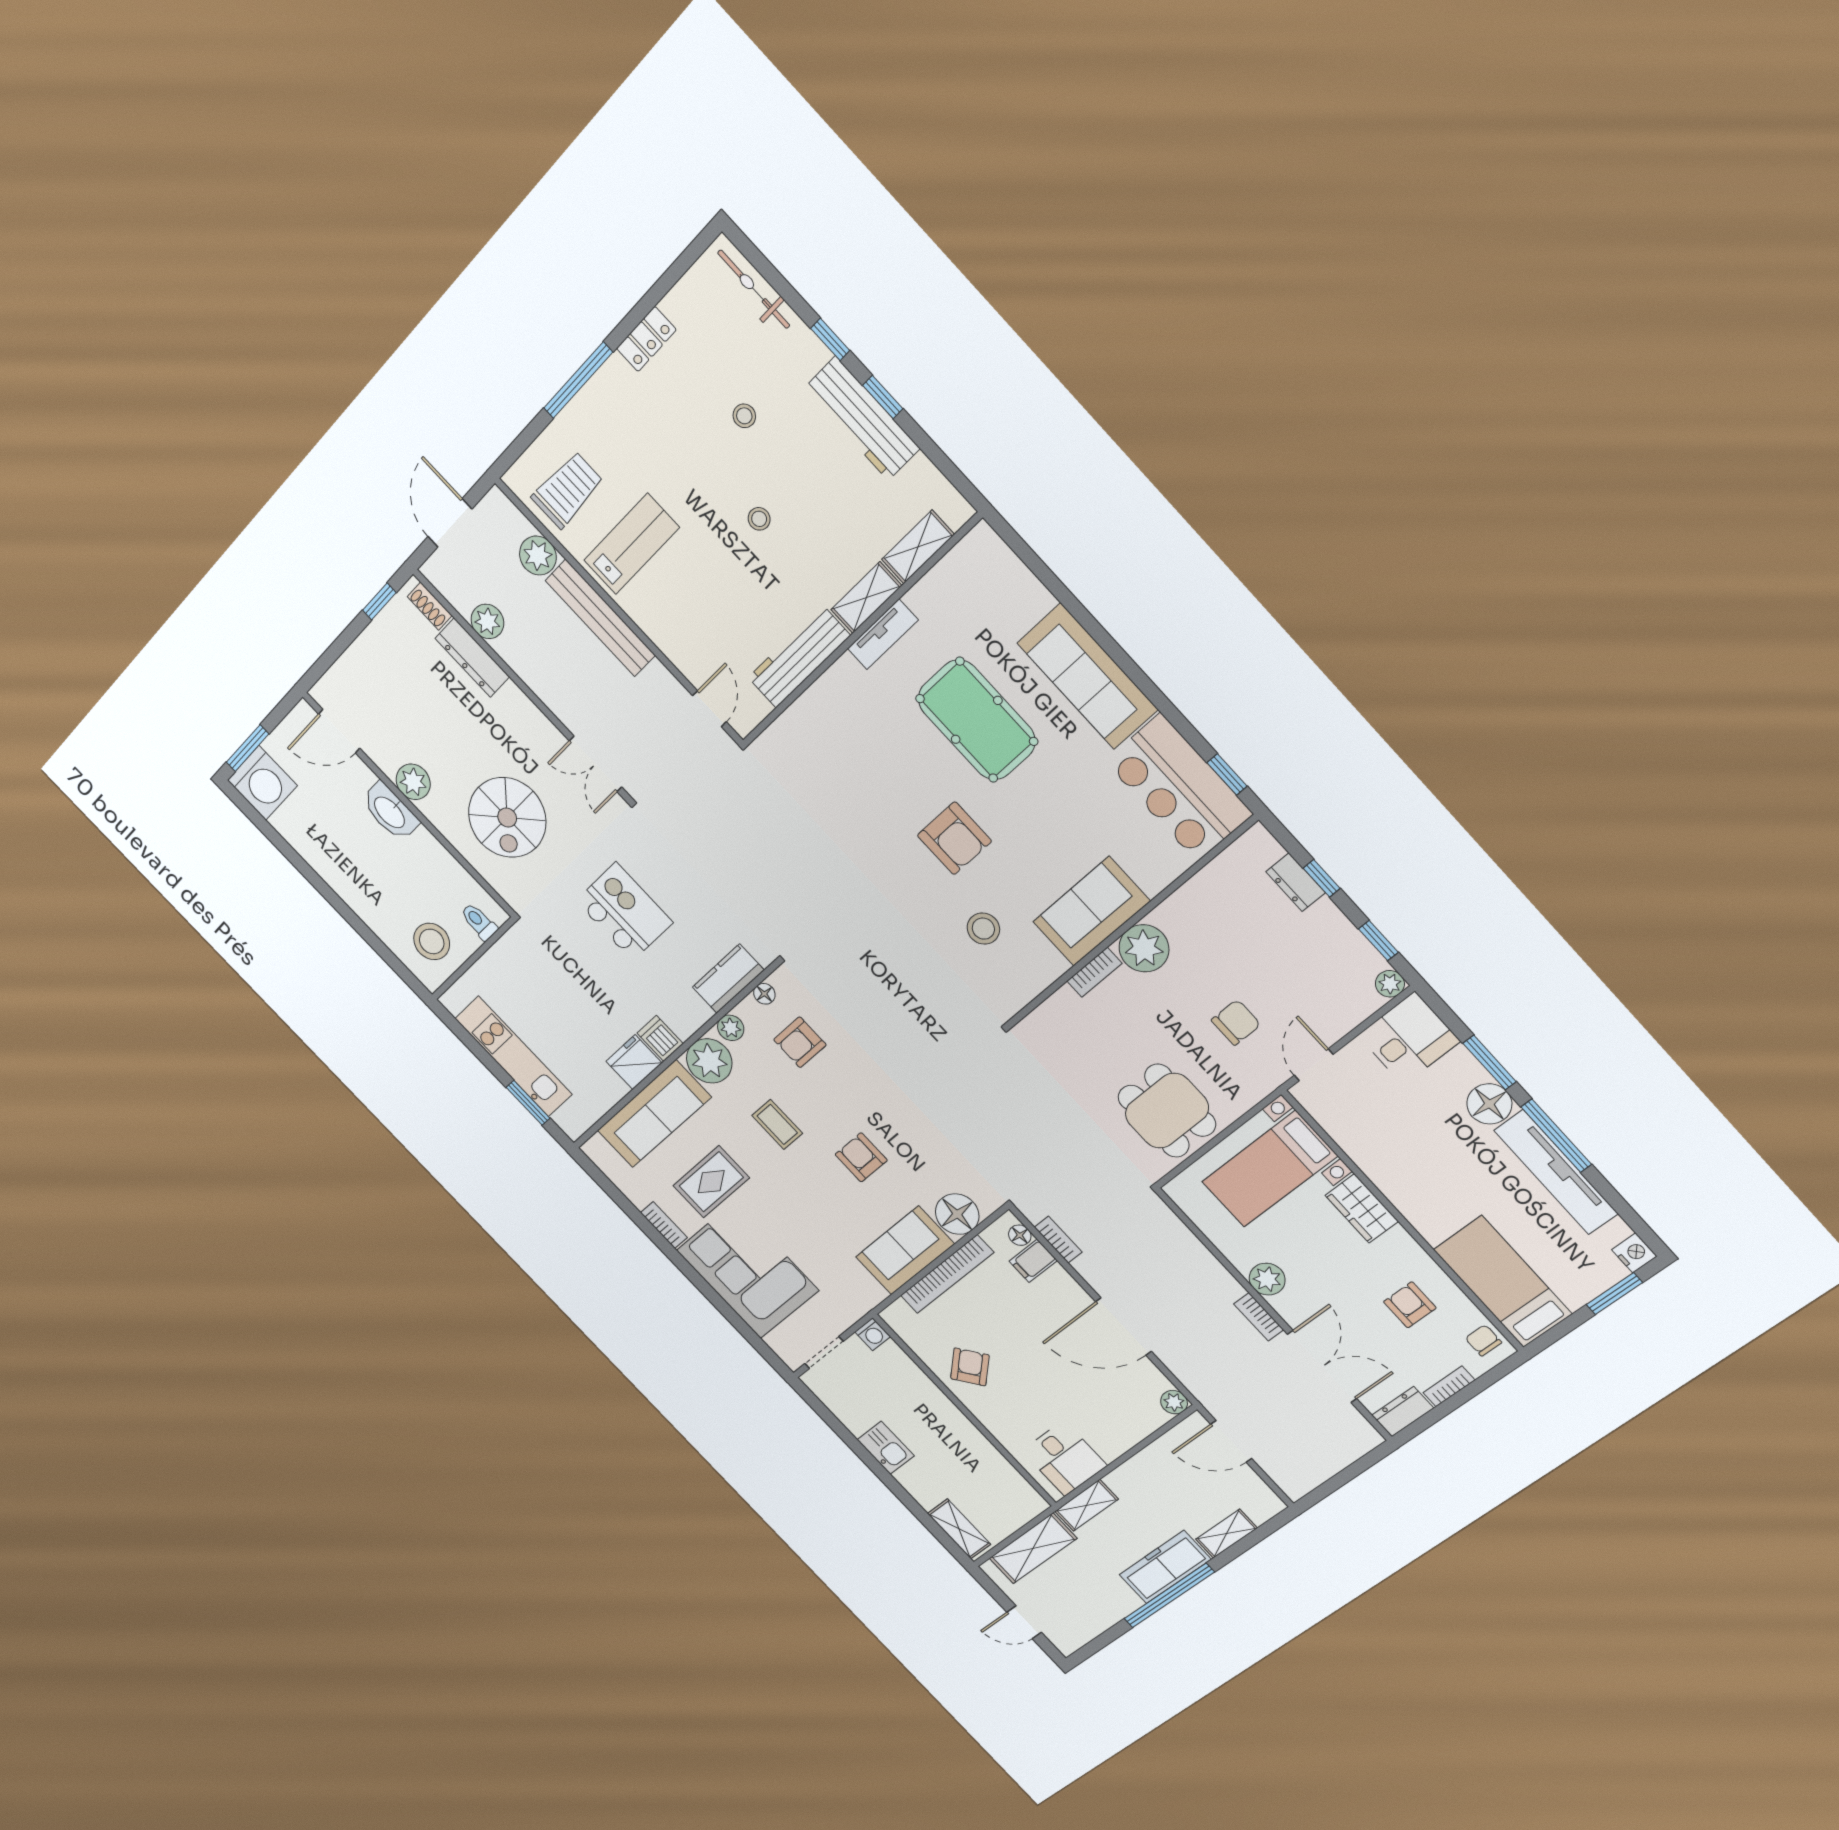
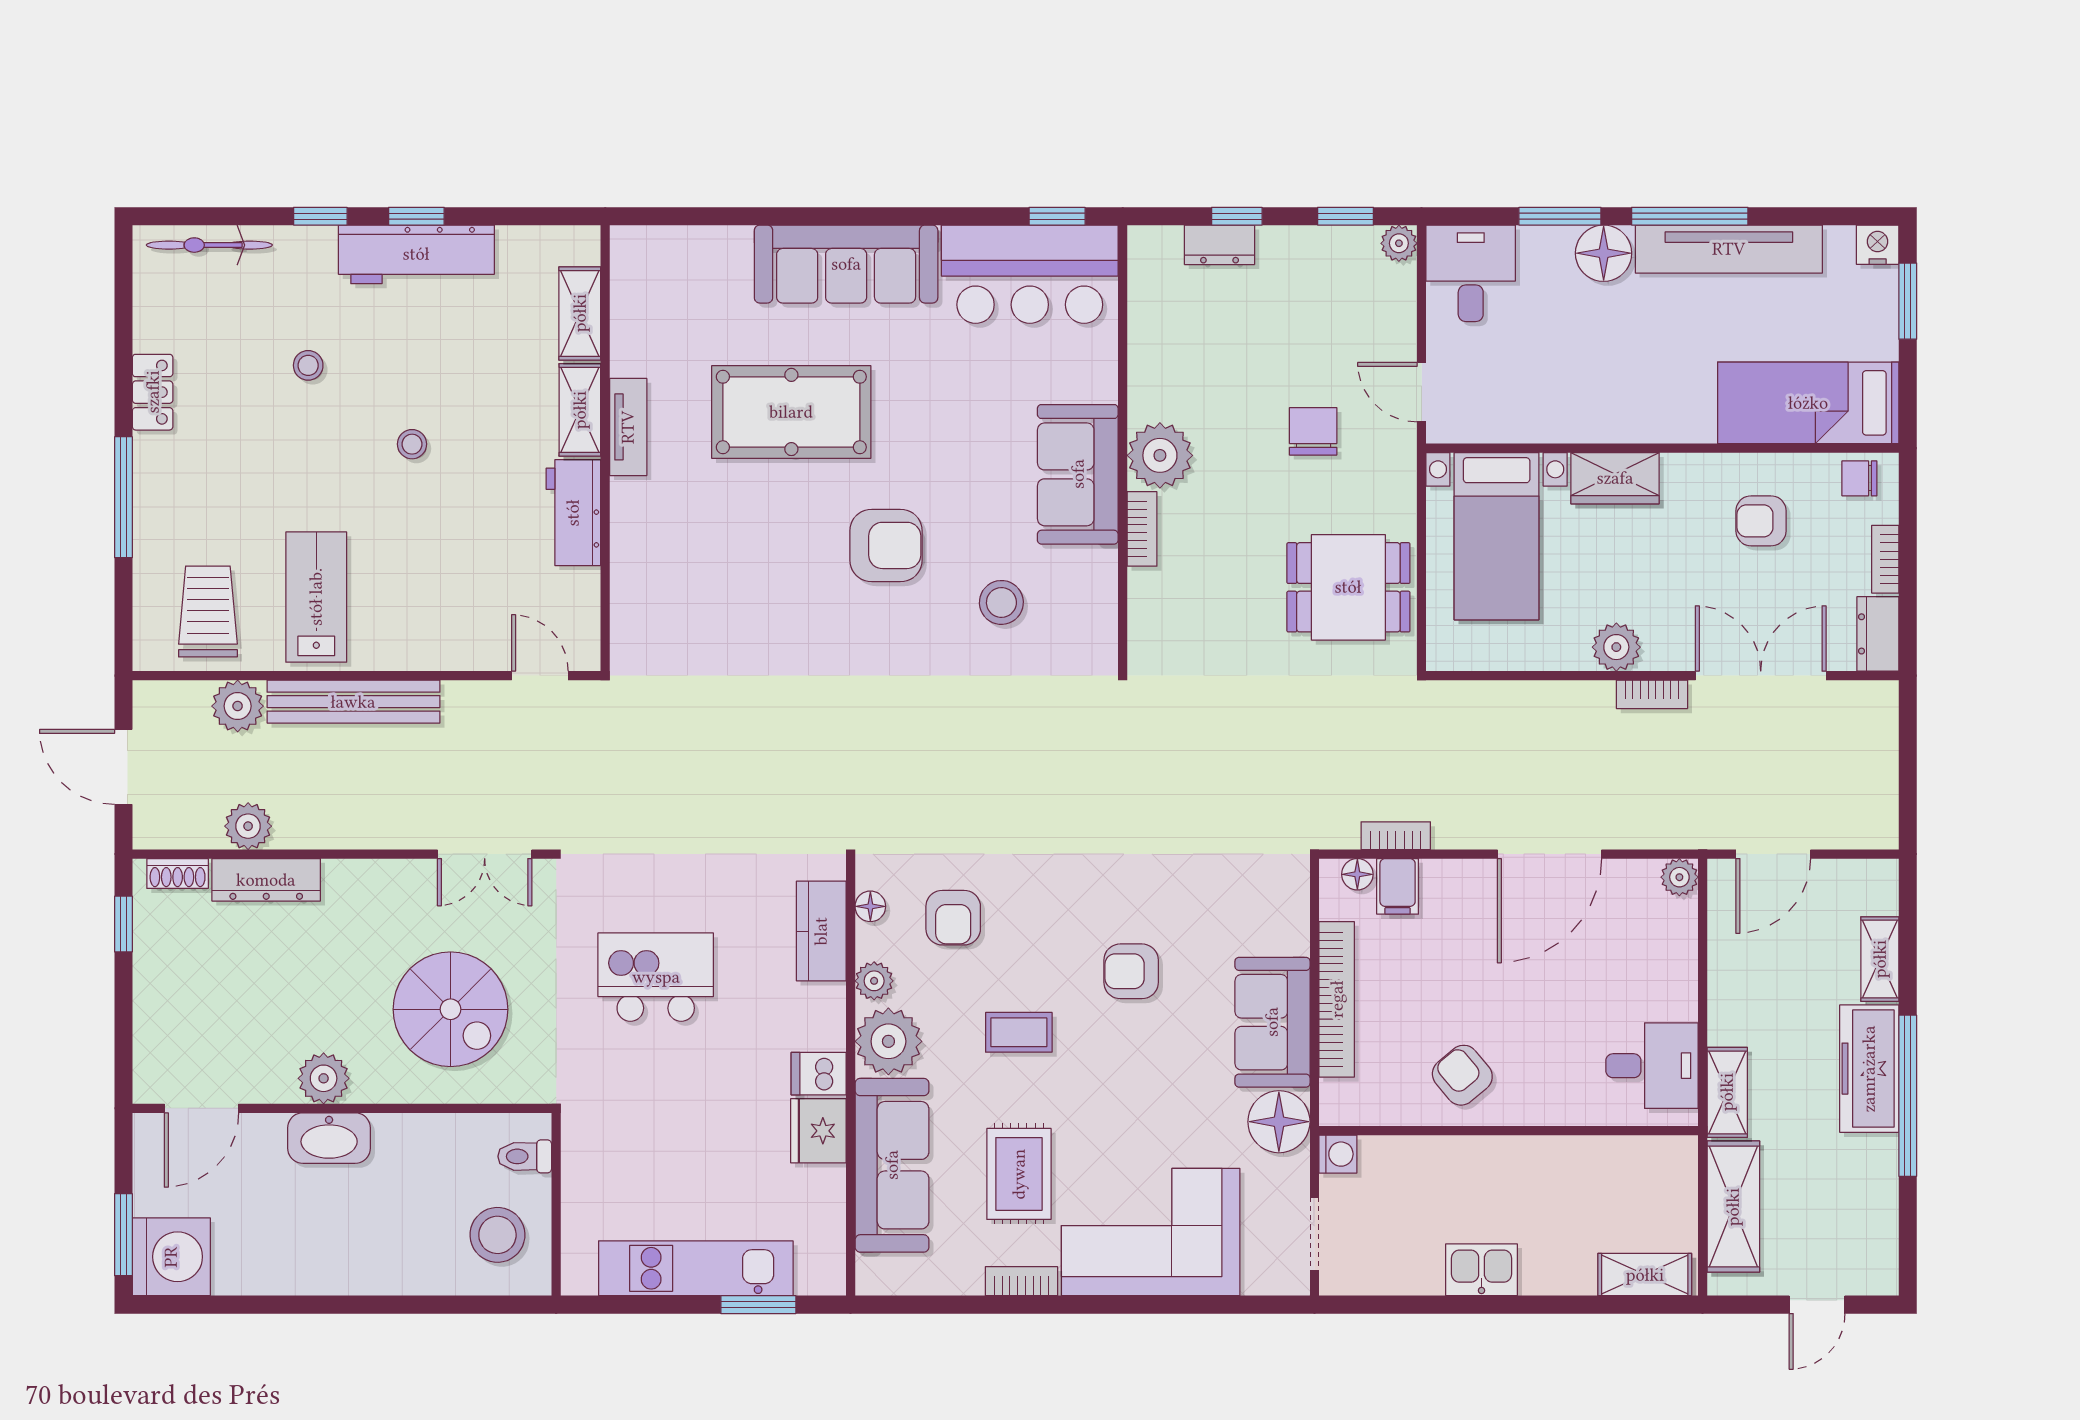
workbench: (799, 657) -> (573, 513), width x0.73
floor lamp: (957, 1214) -> (1279, 1122), moved

